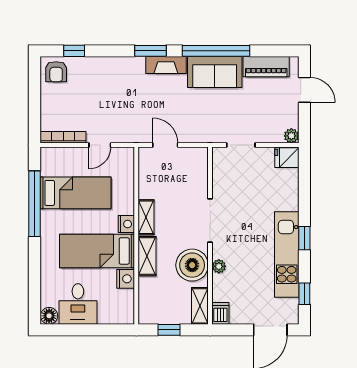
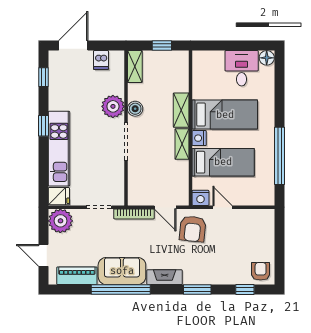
window: (151, 51) -> (197, 290), moved
armchair: (134, 120) -> (193, 229), added
plant: (291, 136) -> (60, 221), width x1.88, depth x1.88
bookcase: (63, 137) -> (134, 214), moved
door: (100, 145) -> (222, 207), hinge flipped
bed: (76, 193) -> (223, 162), moved, turned 180
kitchen unit: (287, 254) -> (59, 149), moved
boiler: (192, 265) -> (135, 109), width x0.54, depth x0.54
plant: (219, 266) -> (113, 106), width x1.88, depth x1.88
nightstand: (126, 279) -> (200, 198), moved, turned -90
dishwasher: (220, 313) -> (101, 60), moved

